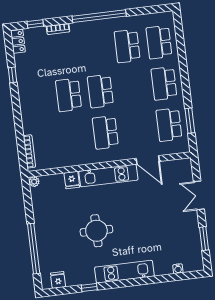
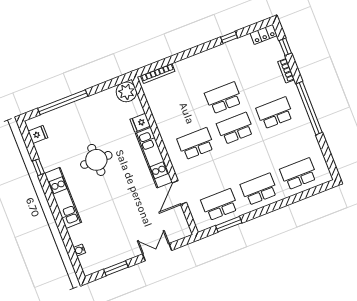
school desk: (127, 46) -> (275, 113), moved
plant: (34, 182) -> (126, 92), width x1.88, depth x1.88

